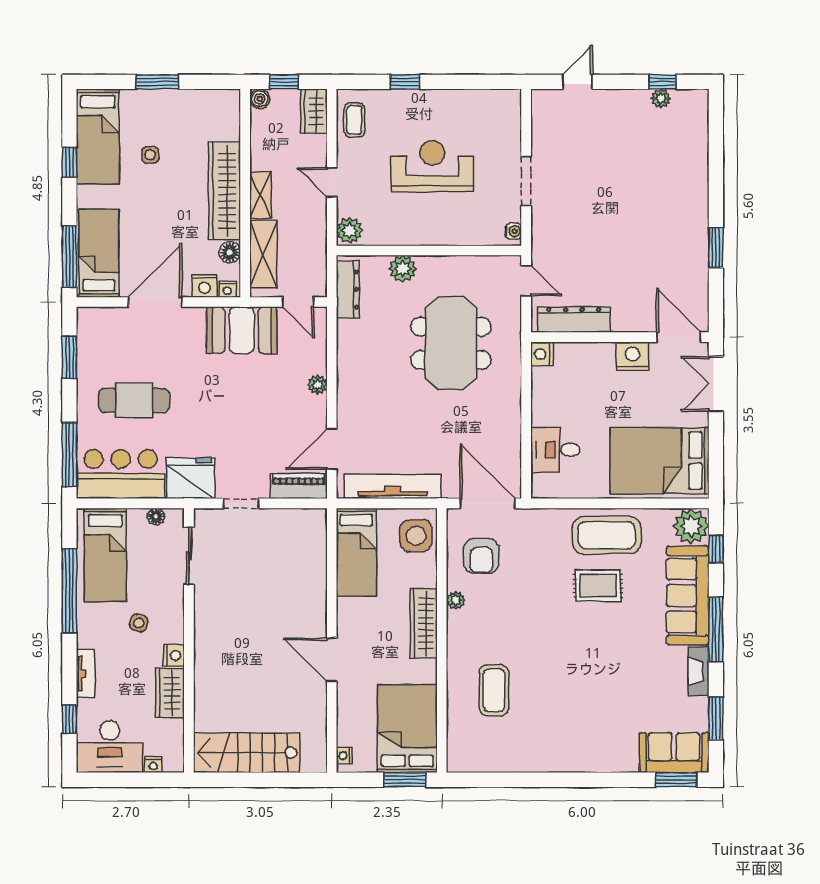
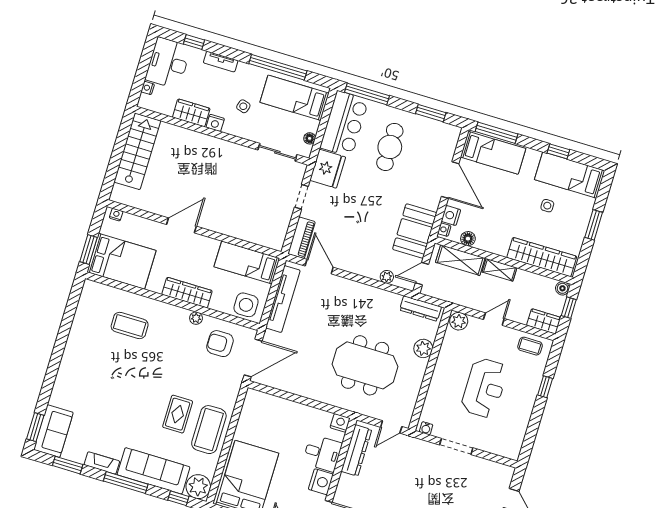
wardrobe: (225, 191) -> (542, 257), moved
plant: (317, 385) -> (387, 277), moved
desk: (555, 450) -> (322, 453), moved, turned 90

